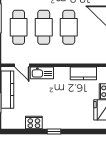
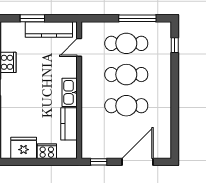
kitchen sink: (42, 73) -> (70, 92), moved

